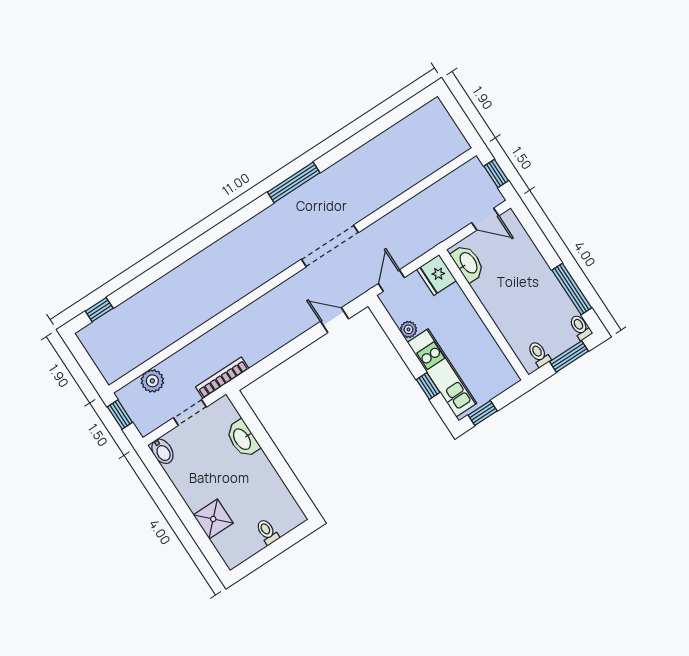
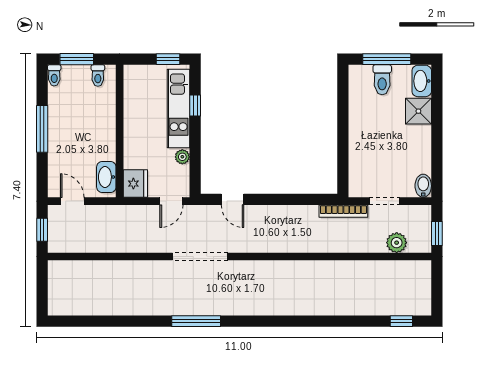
window: (572, 289) -> (42, 129), moved
washbasin: (243, 439) -> (422, 81), moved, turned 180
toilet: (267, 532) -> (382, 80), width x1.37, depth x1.39
window: (275, 549) -> (387, 59), added

